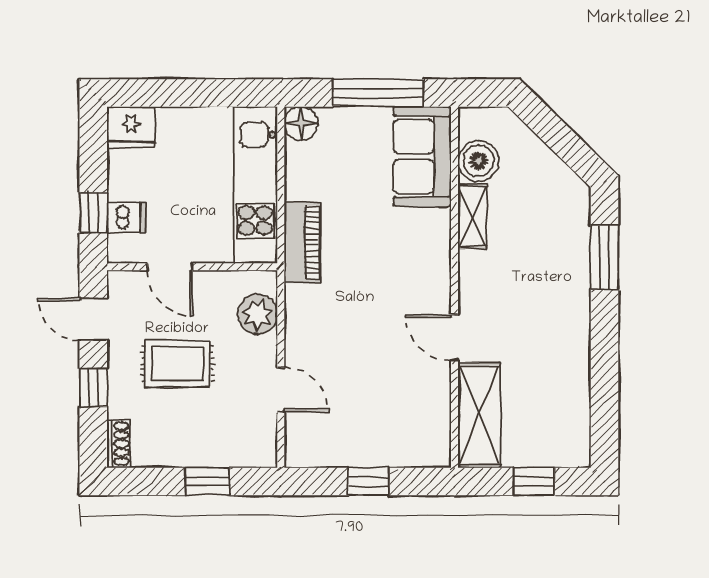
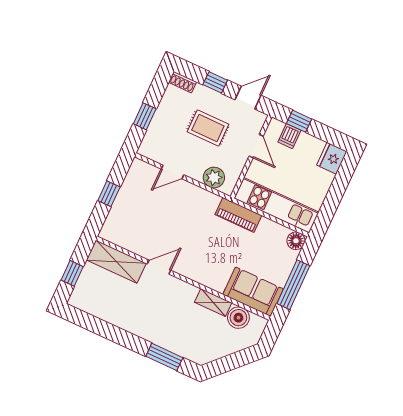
door: (170, 267) -> (256, 146), swing flipped
rug: (177, 364) -> (208, 128), turned 90

